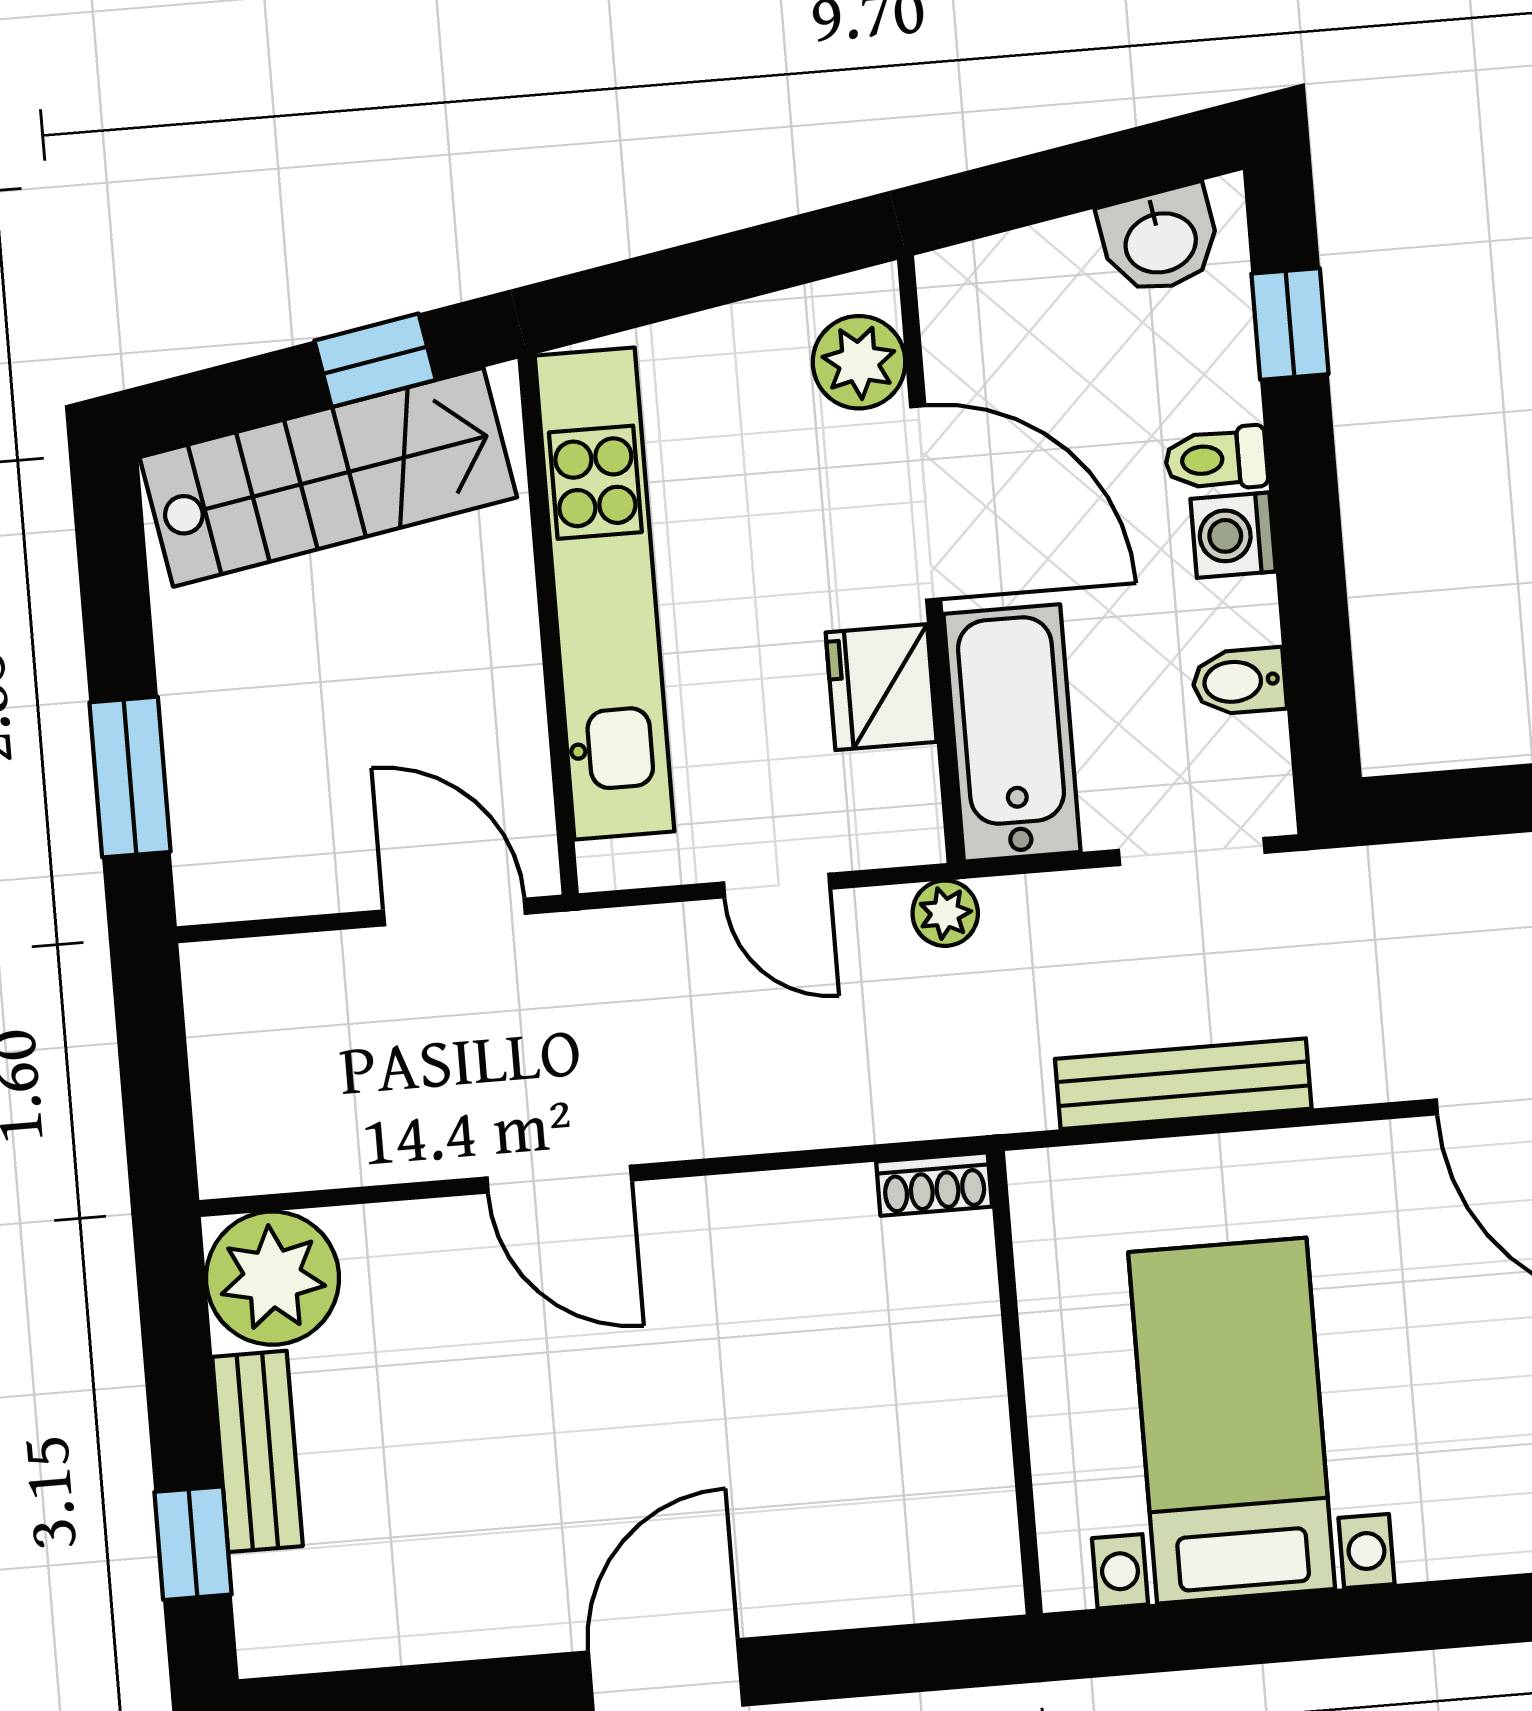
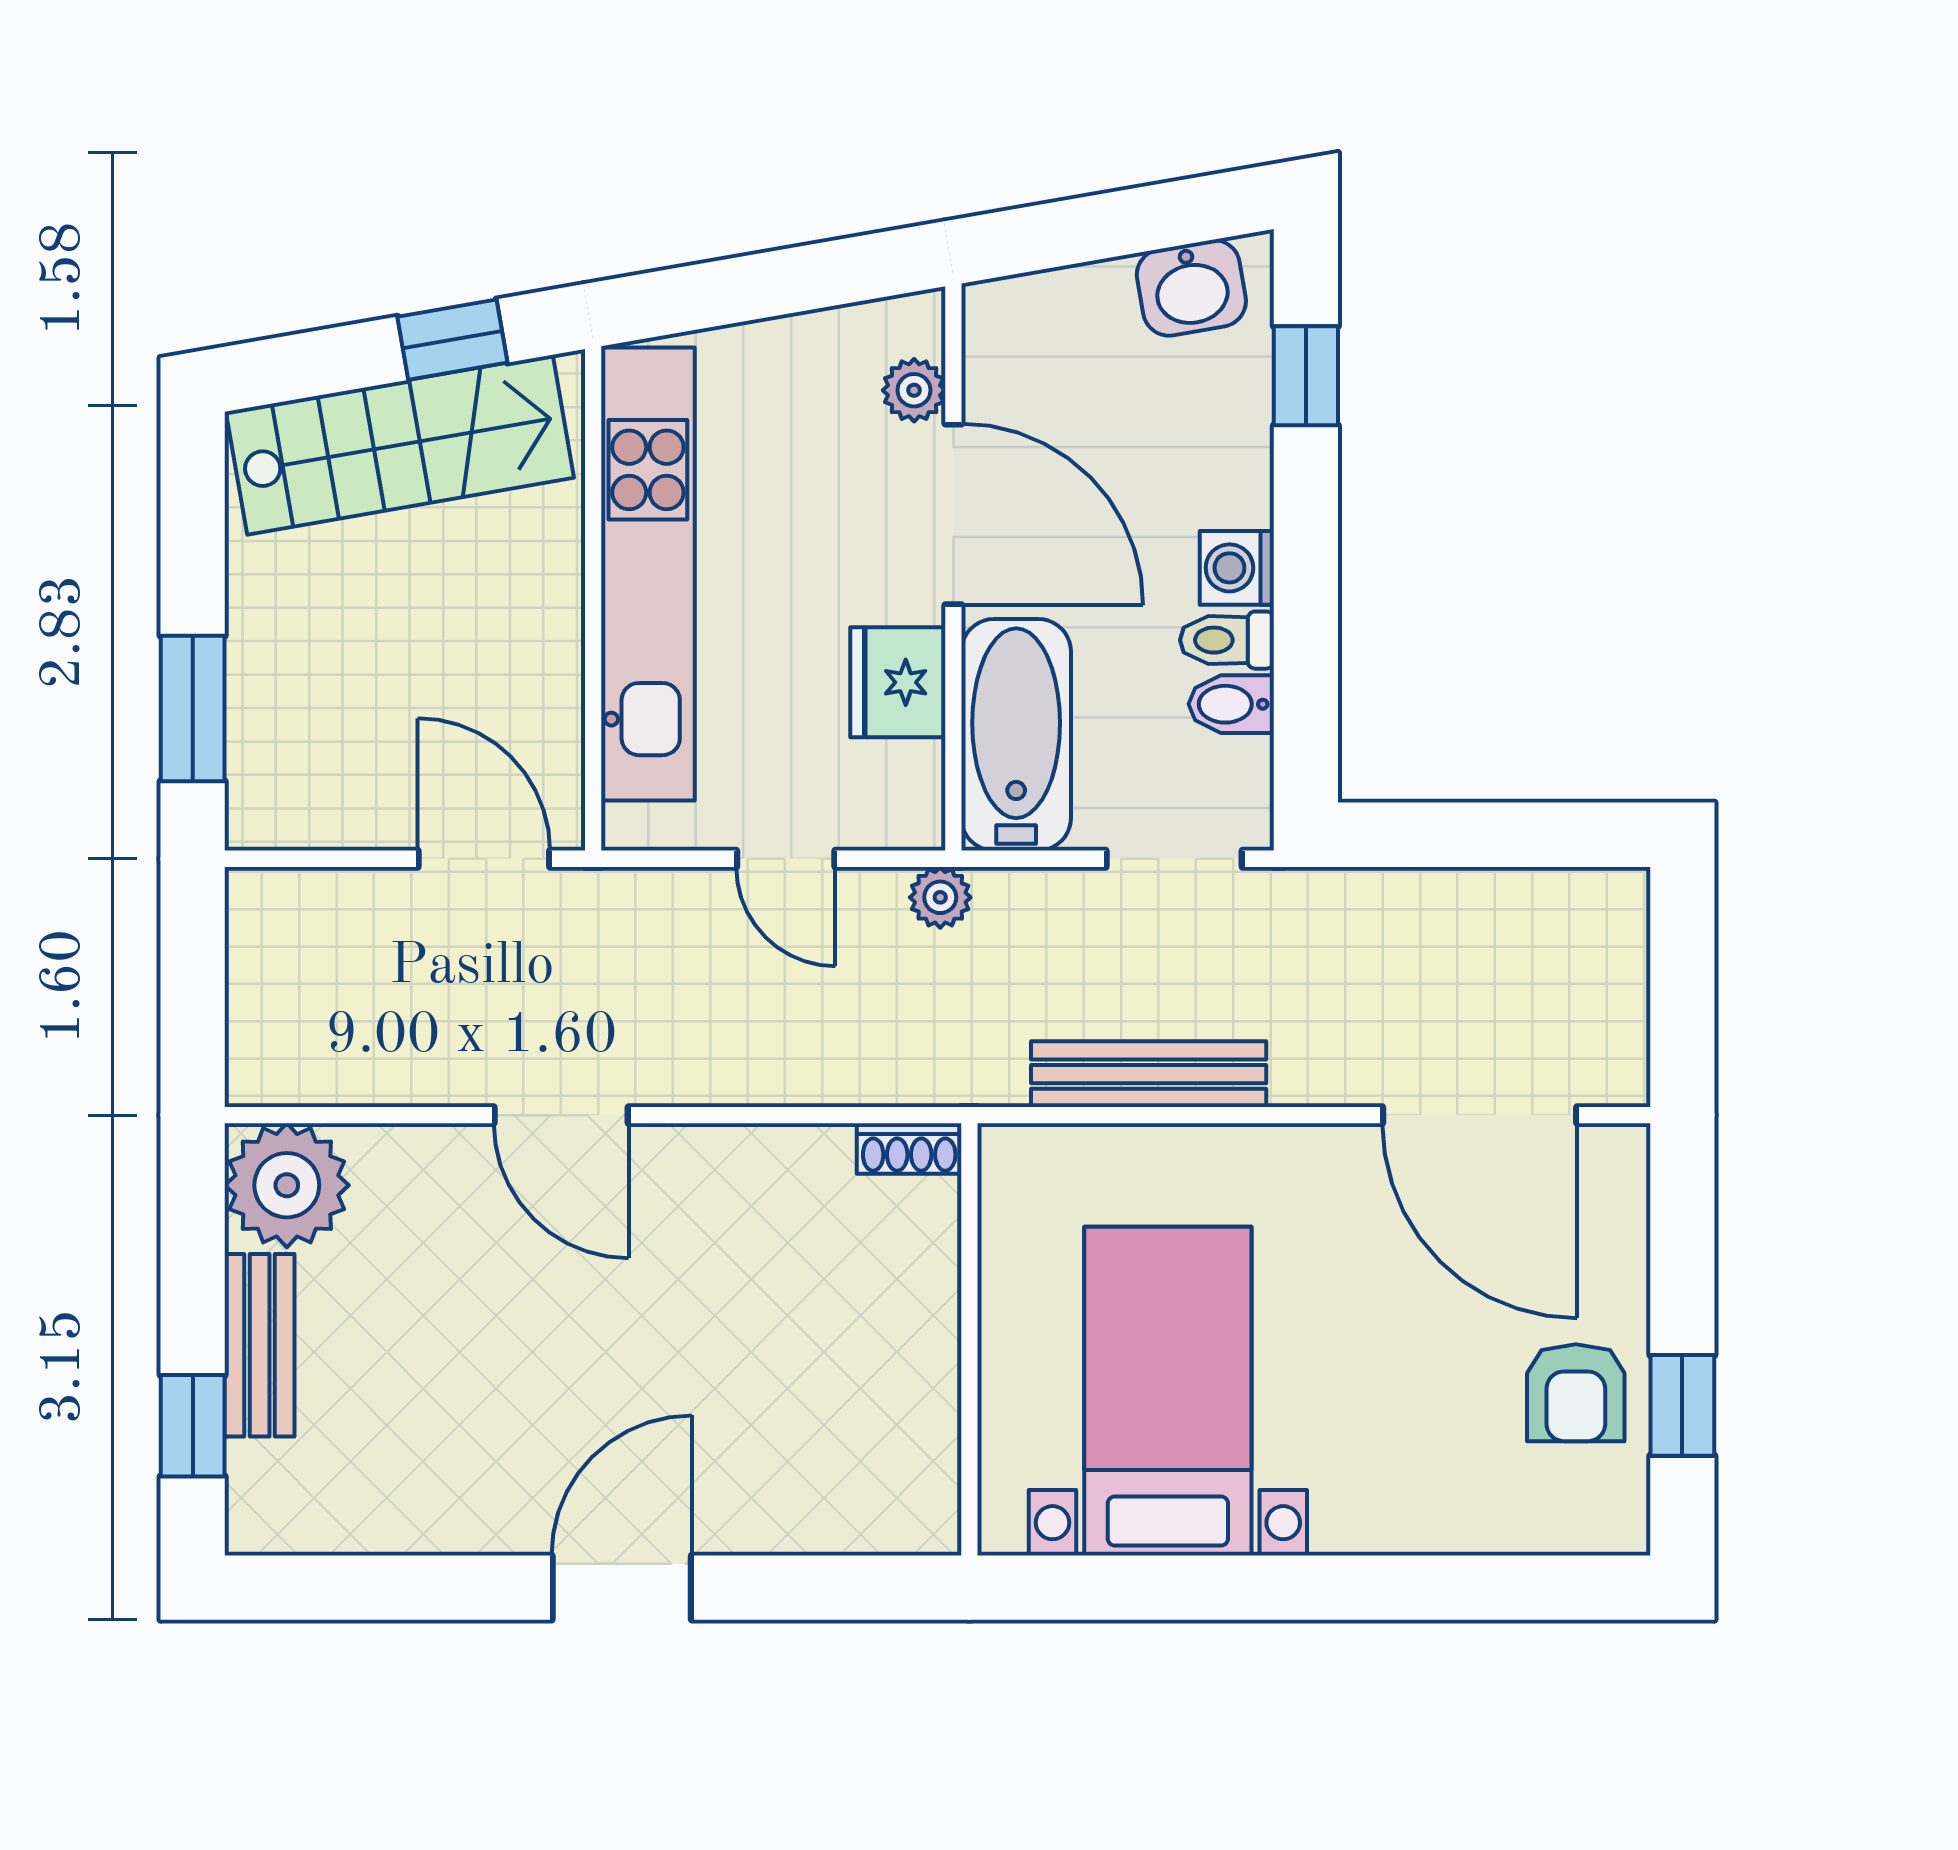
plant: (859, 362) -> (914, 390), width x0.73, depth x0.73
toilet: (1216, 459) -> (1227, 640), moved

